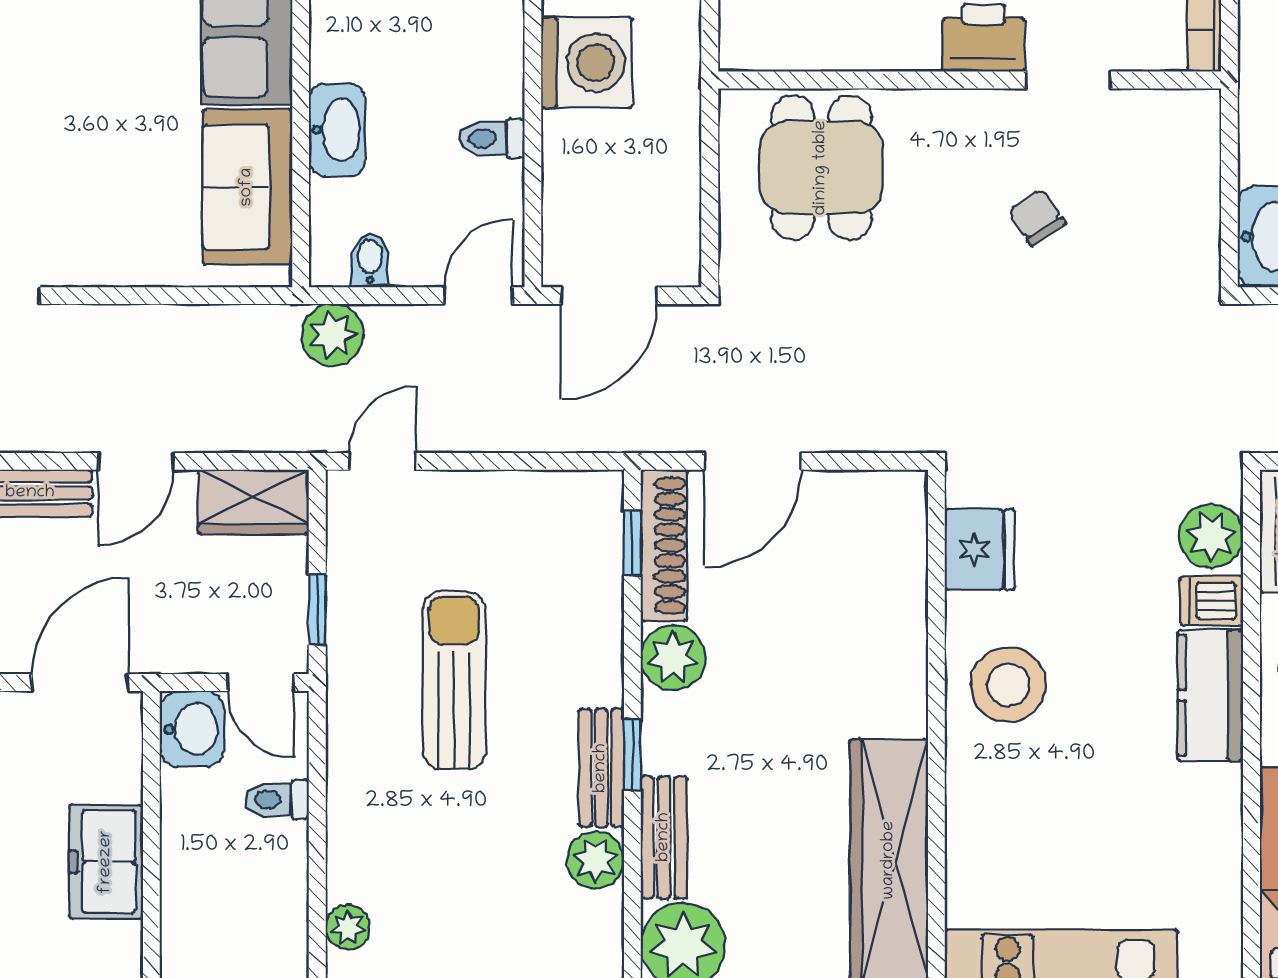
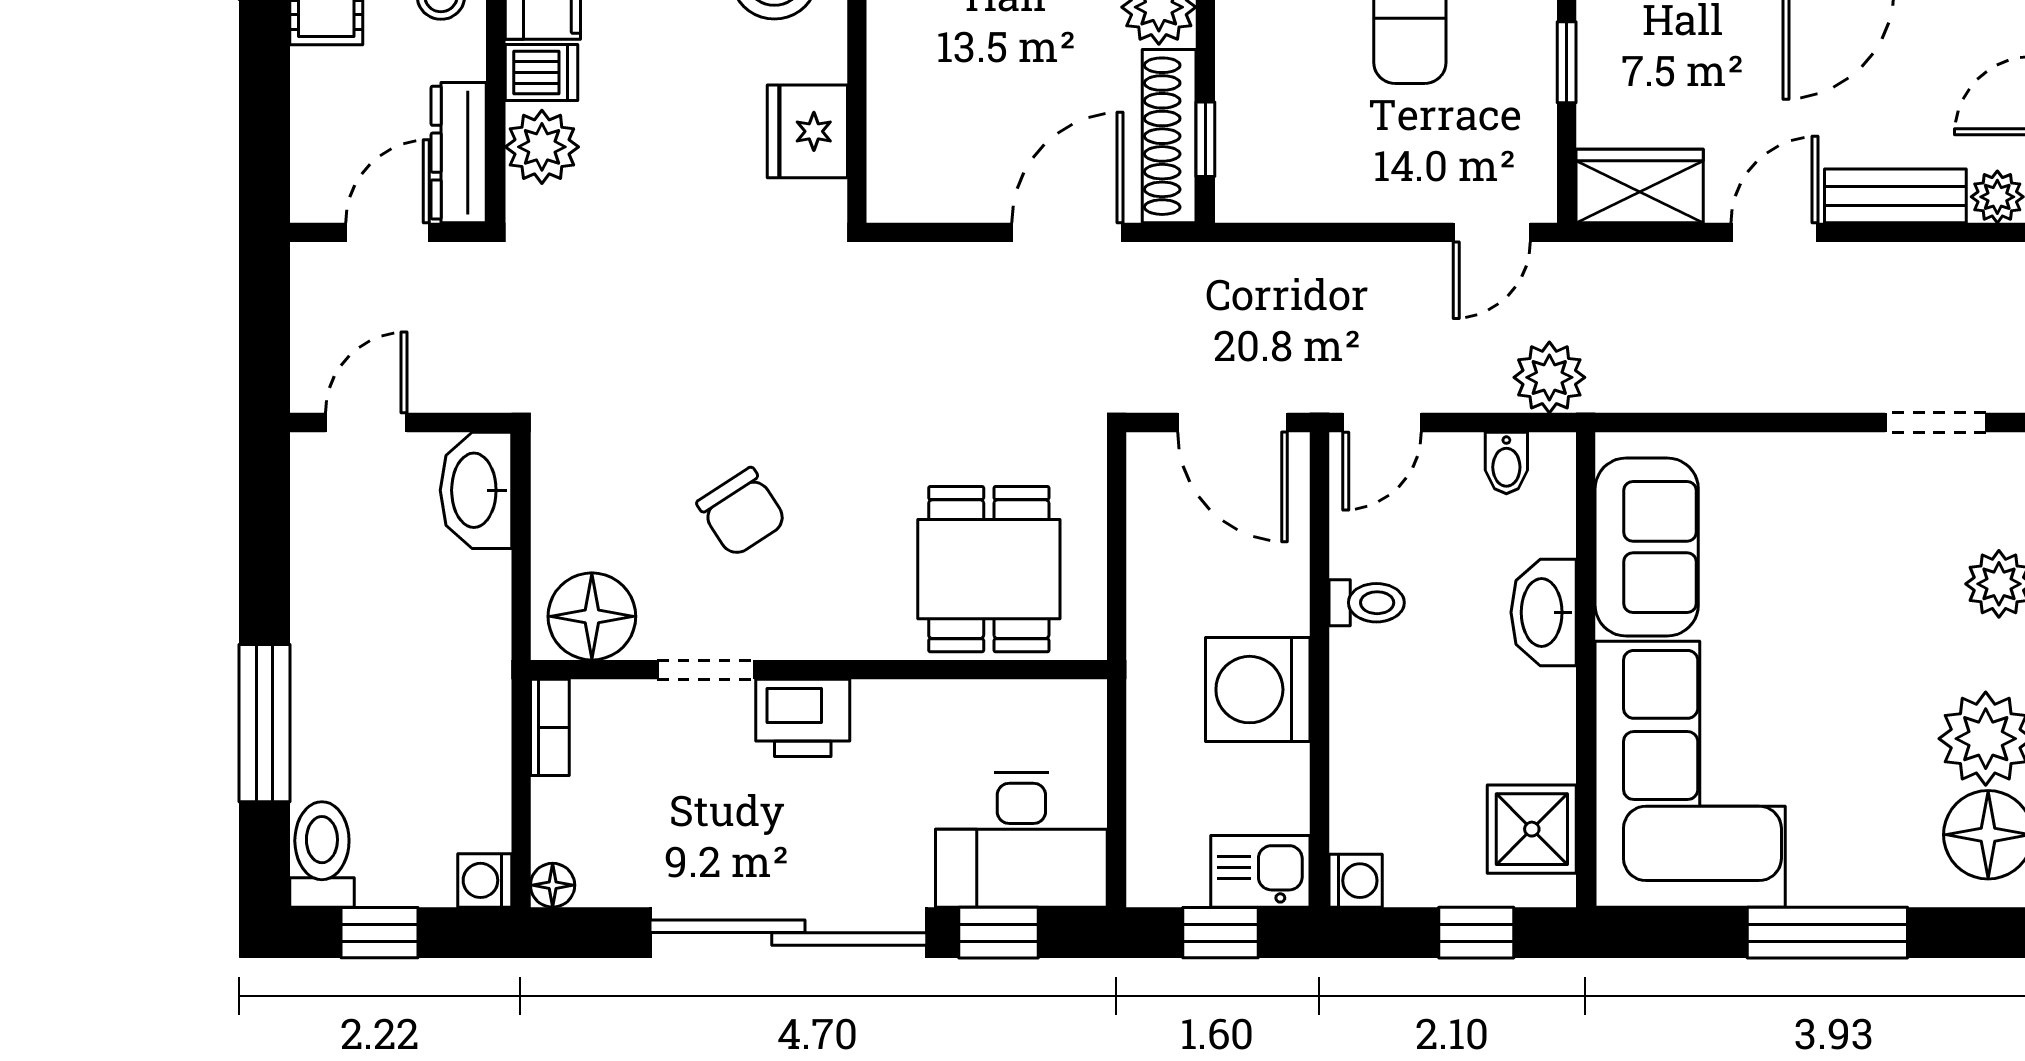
floor lamp: (1168, 126) -> (592, 616), added
chair: (1037, 217) -> (742, 512), width x1.37, depth x1.37
door: (609, 296) -> (1232, 423), swing flipped

